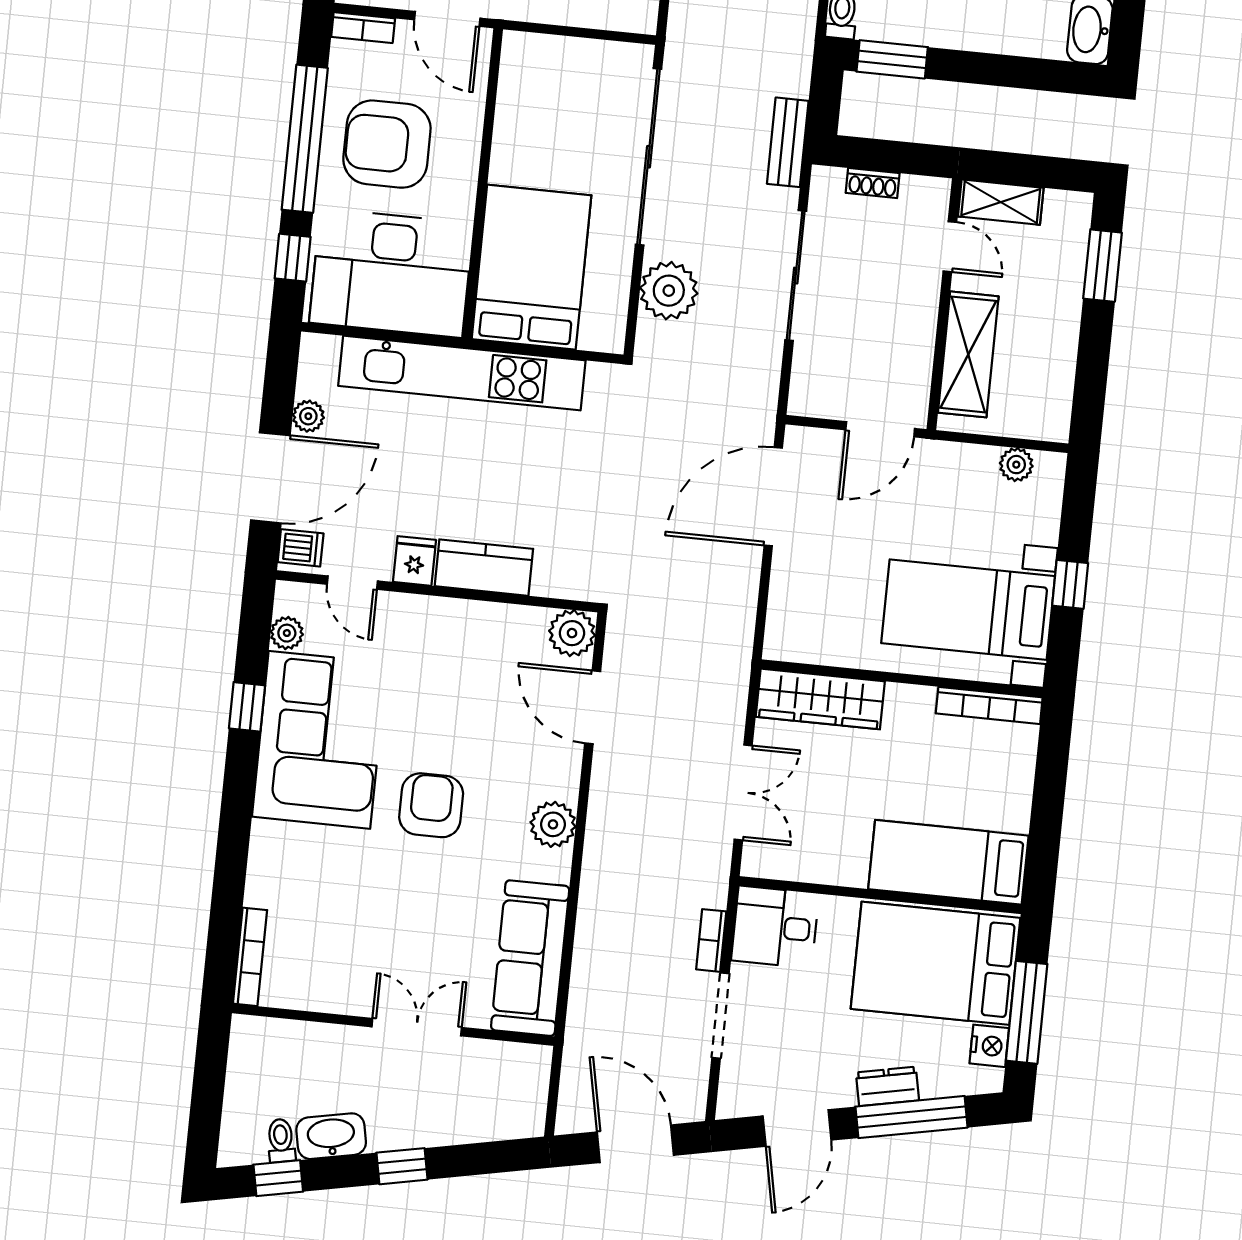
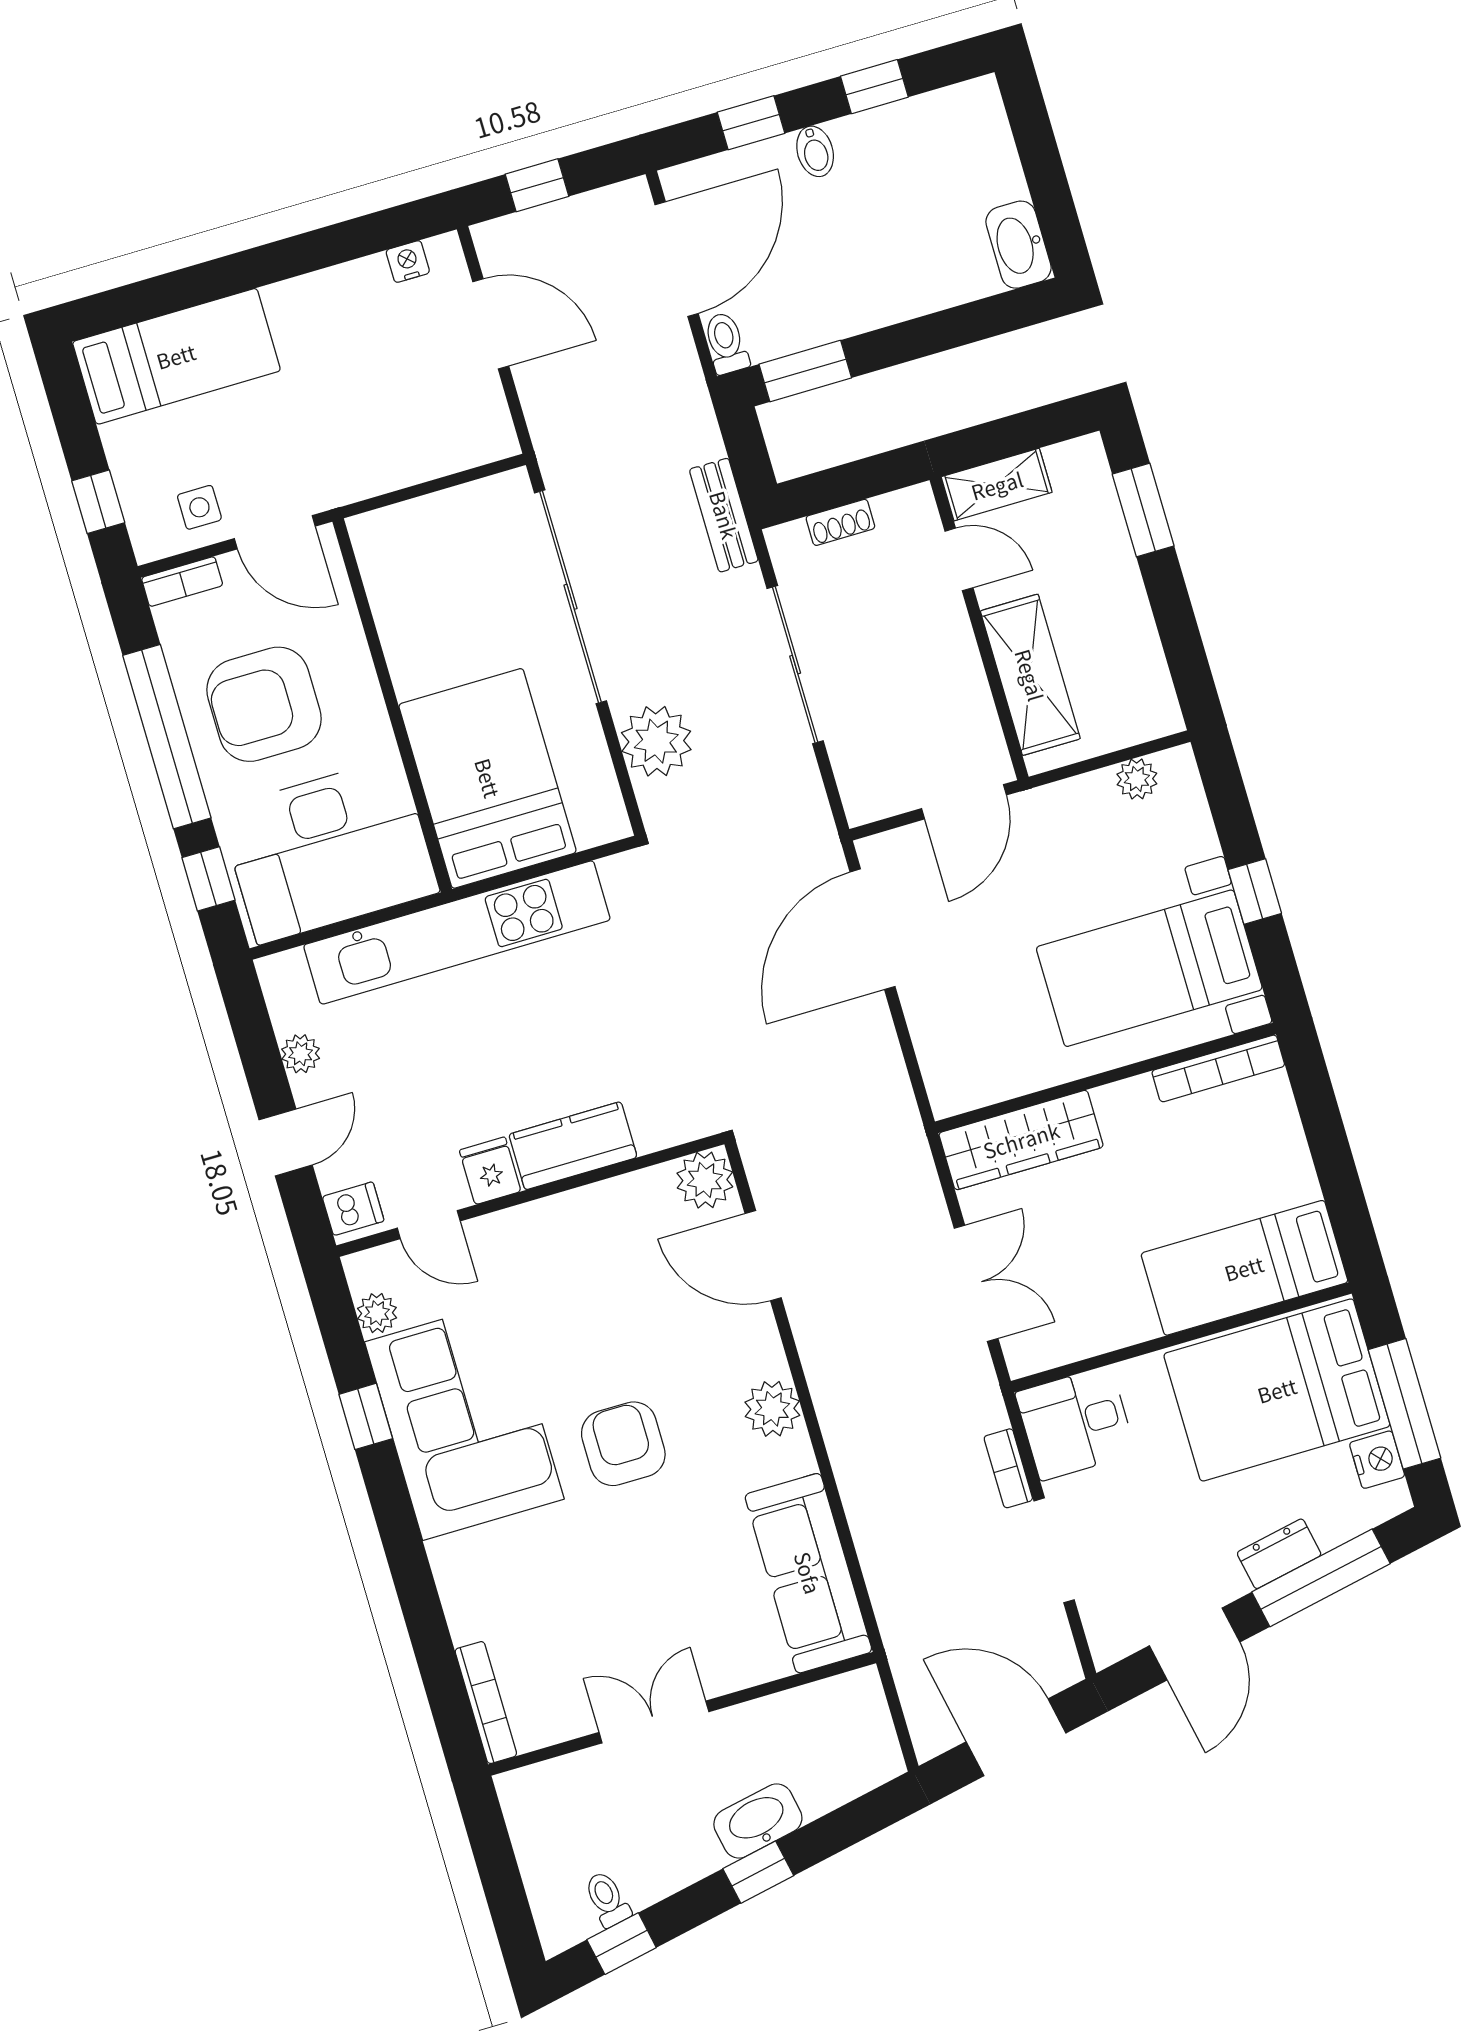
door: (270, 478) -> (286, 1142), width x0.53
double door: (417, 1027) -> (654, 1722), moved
washbasin: (331, 1136) -> (758, 1821), moved

